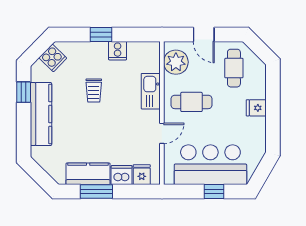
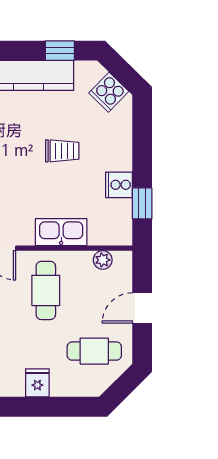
window: (101, 35) -> (142, 203), moved
plant: (176, 62) -> (103, 260), width x0.53, depth x0.53
trolley: (94, 90) -> (62, 151), turned 180

